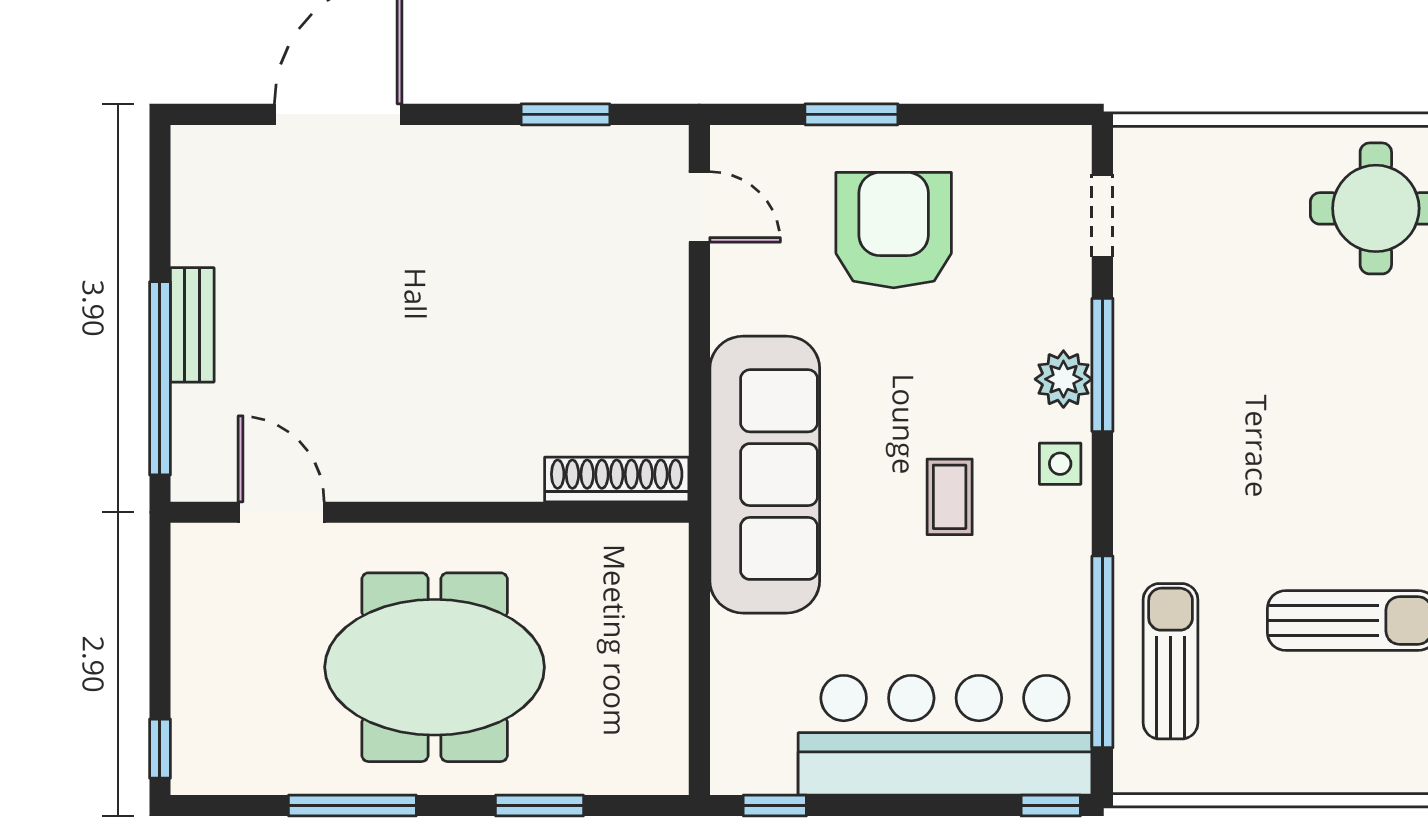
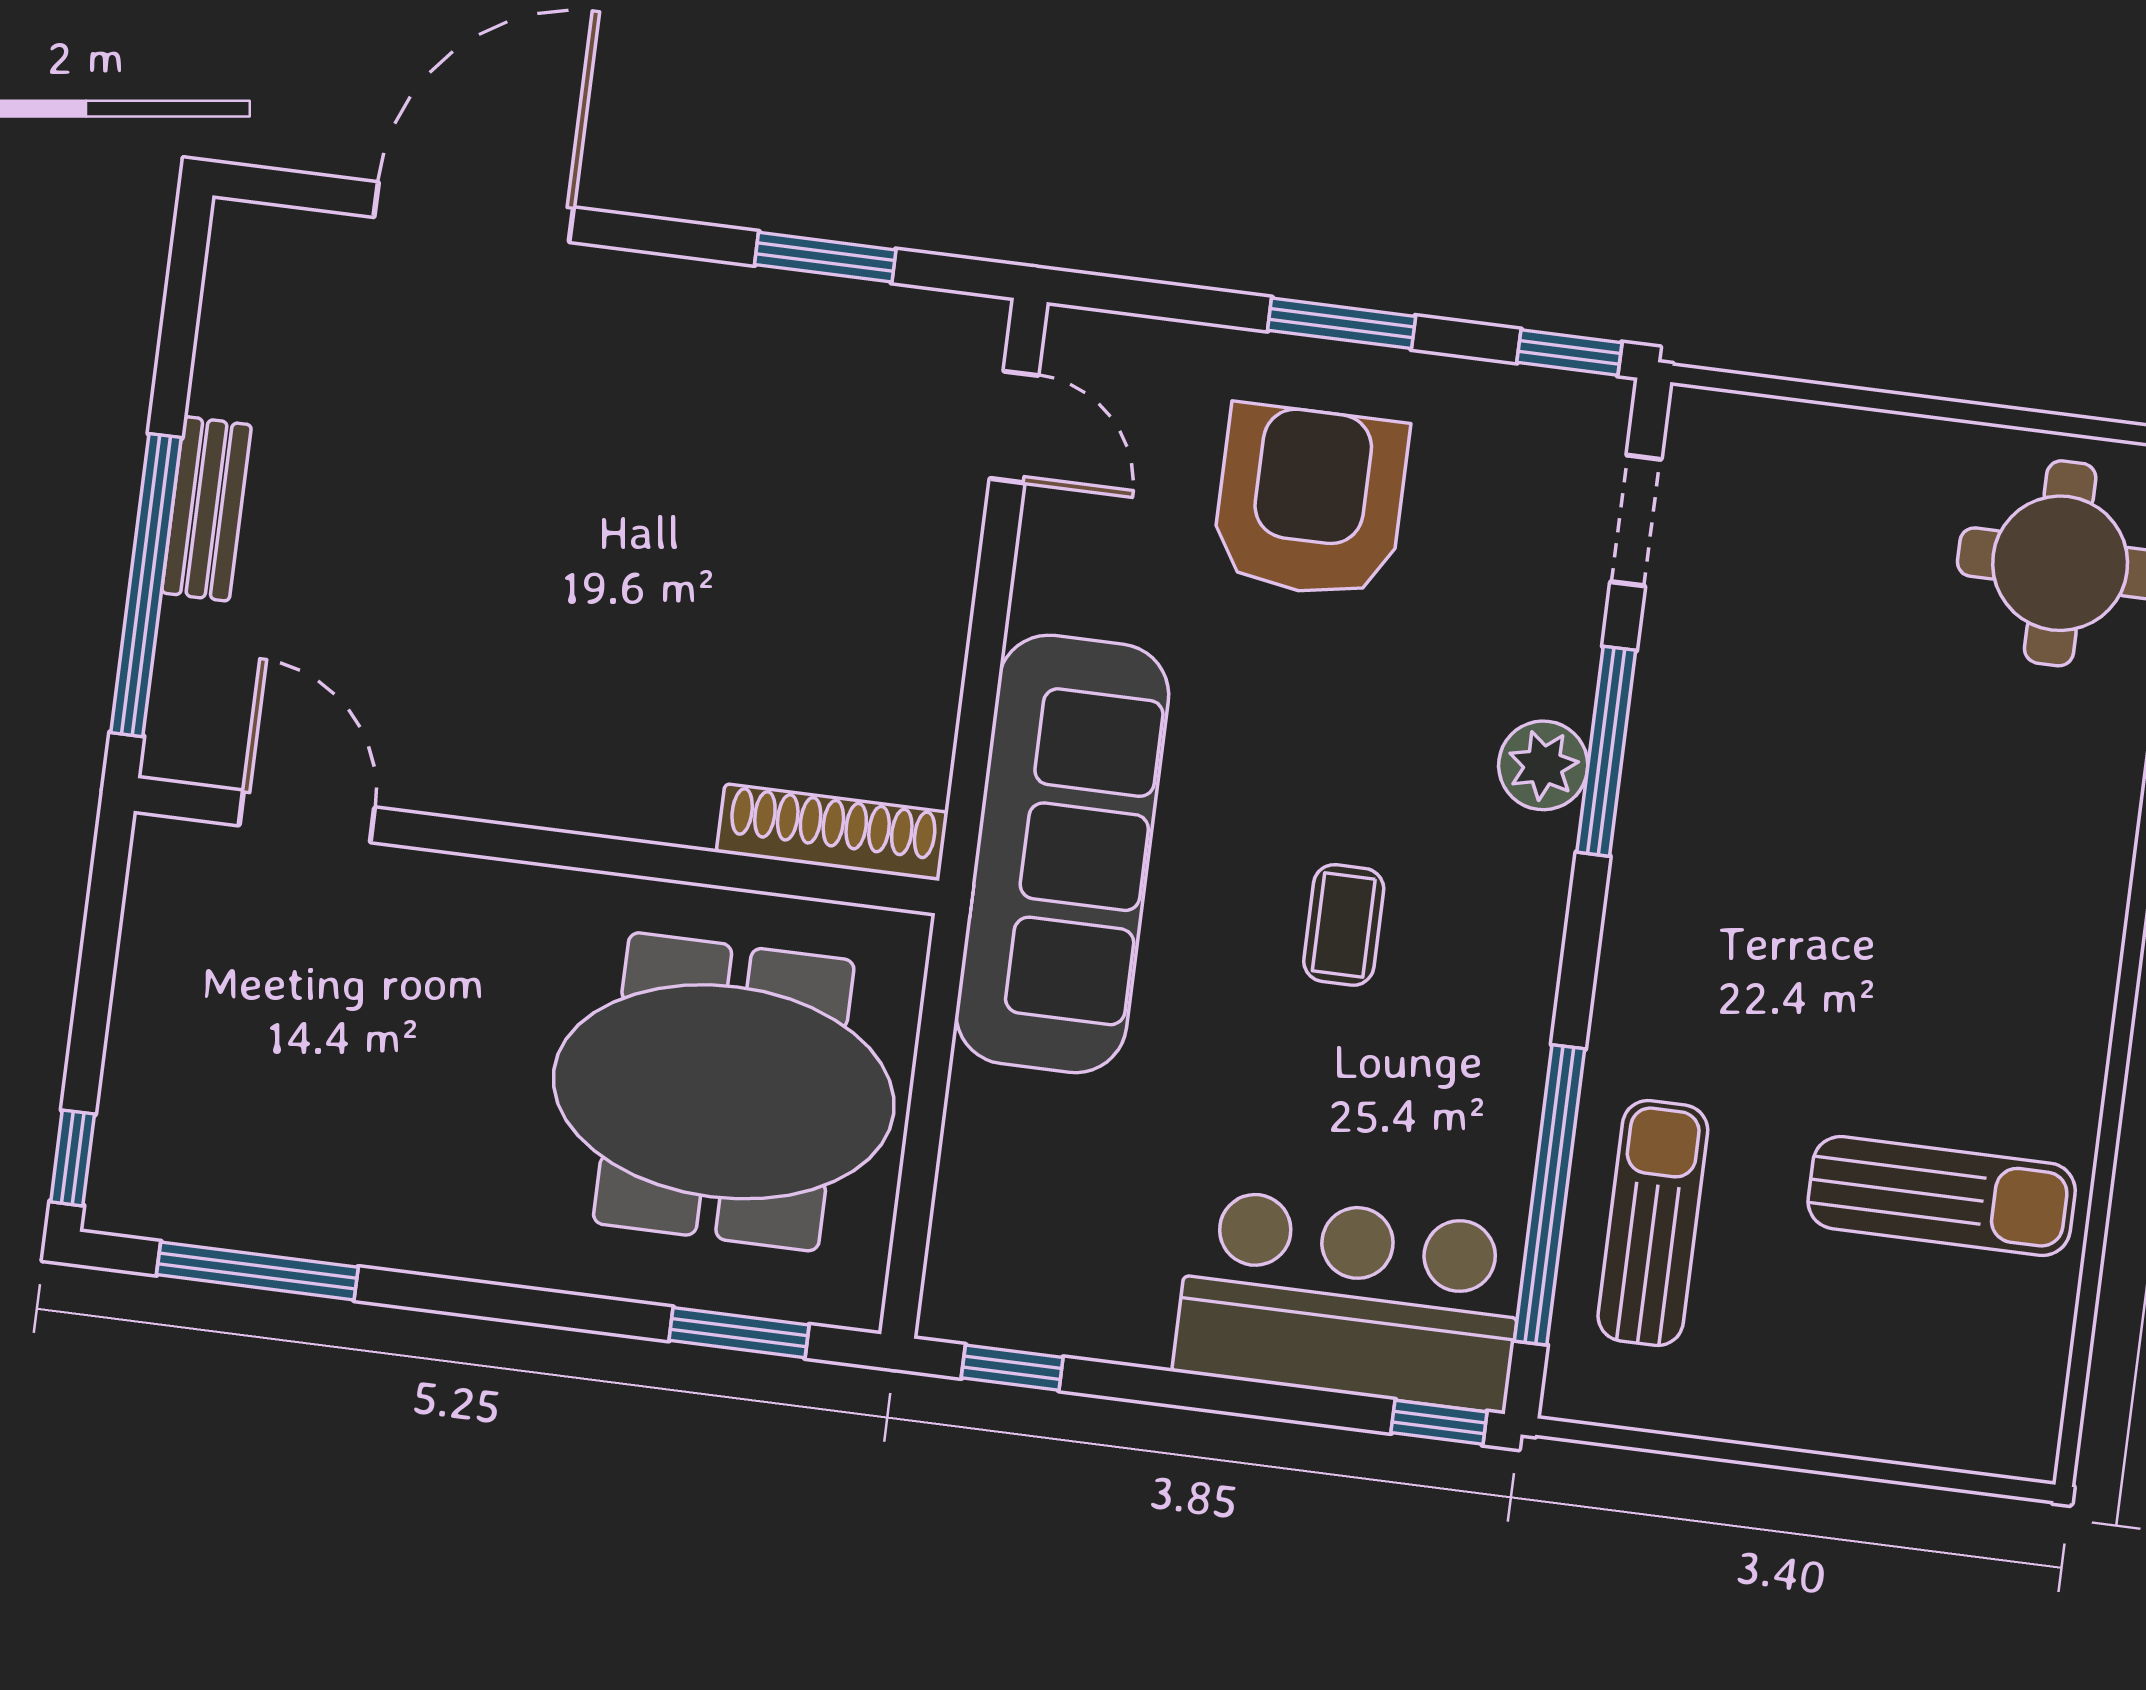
window: (851, 114) -> (1342, 323), moved
window: (1047, 114) -> (1569, 352), added
side table: (1060, 464) -> (1521, 896), removed
meeting table: (435, 667) -> (724, 1092), moved
bar counter: (945, 735) -> (1350, 1300), width x0.73
window: (352, 805) -> (257, 1271), moved
window: (540, 805) -> (739, 1333), moved

